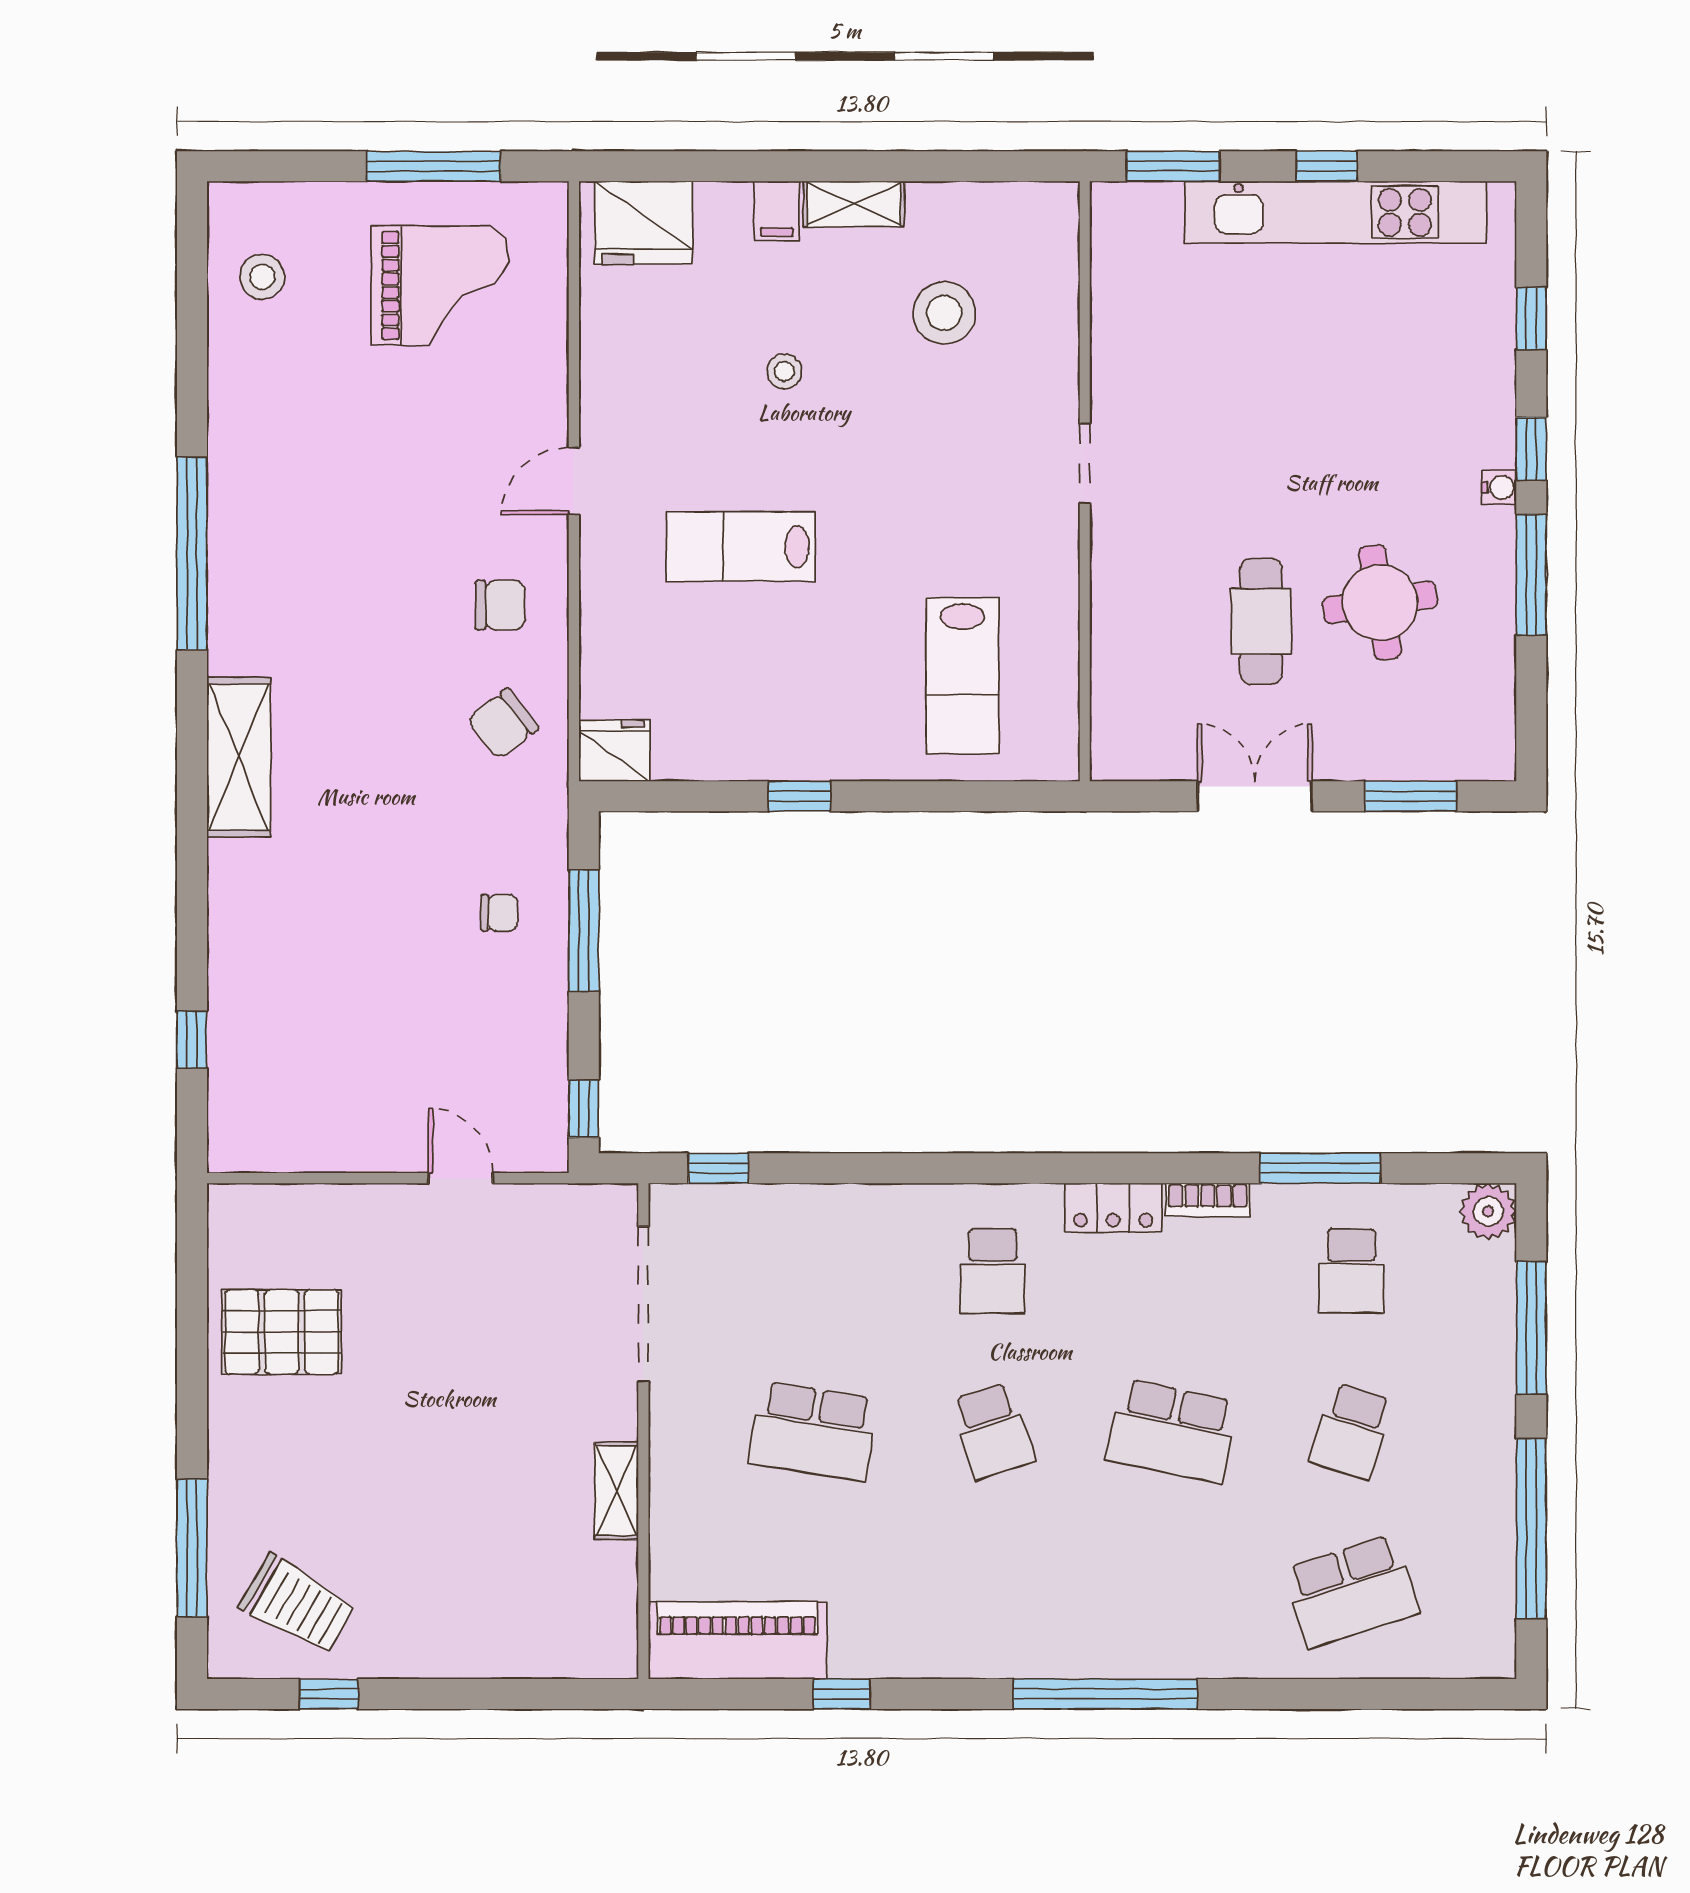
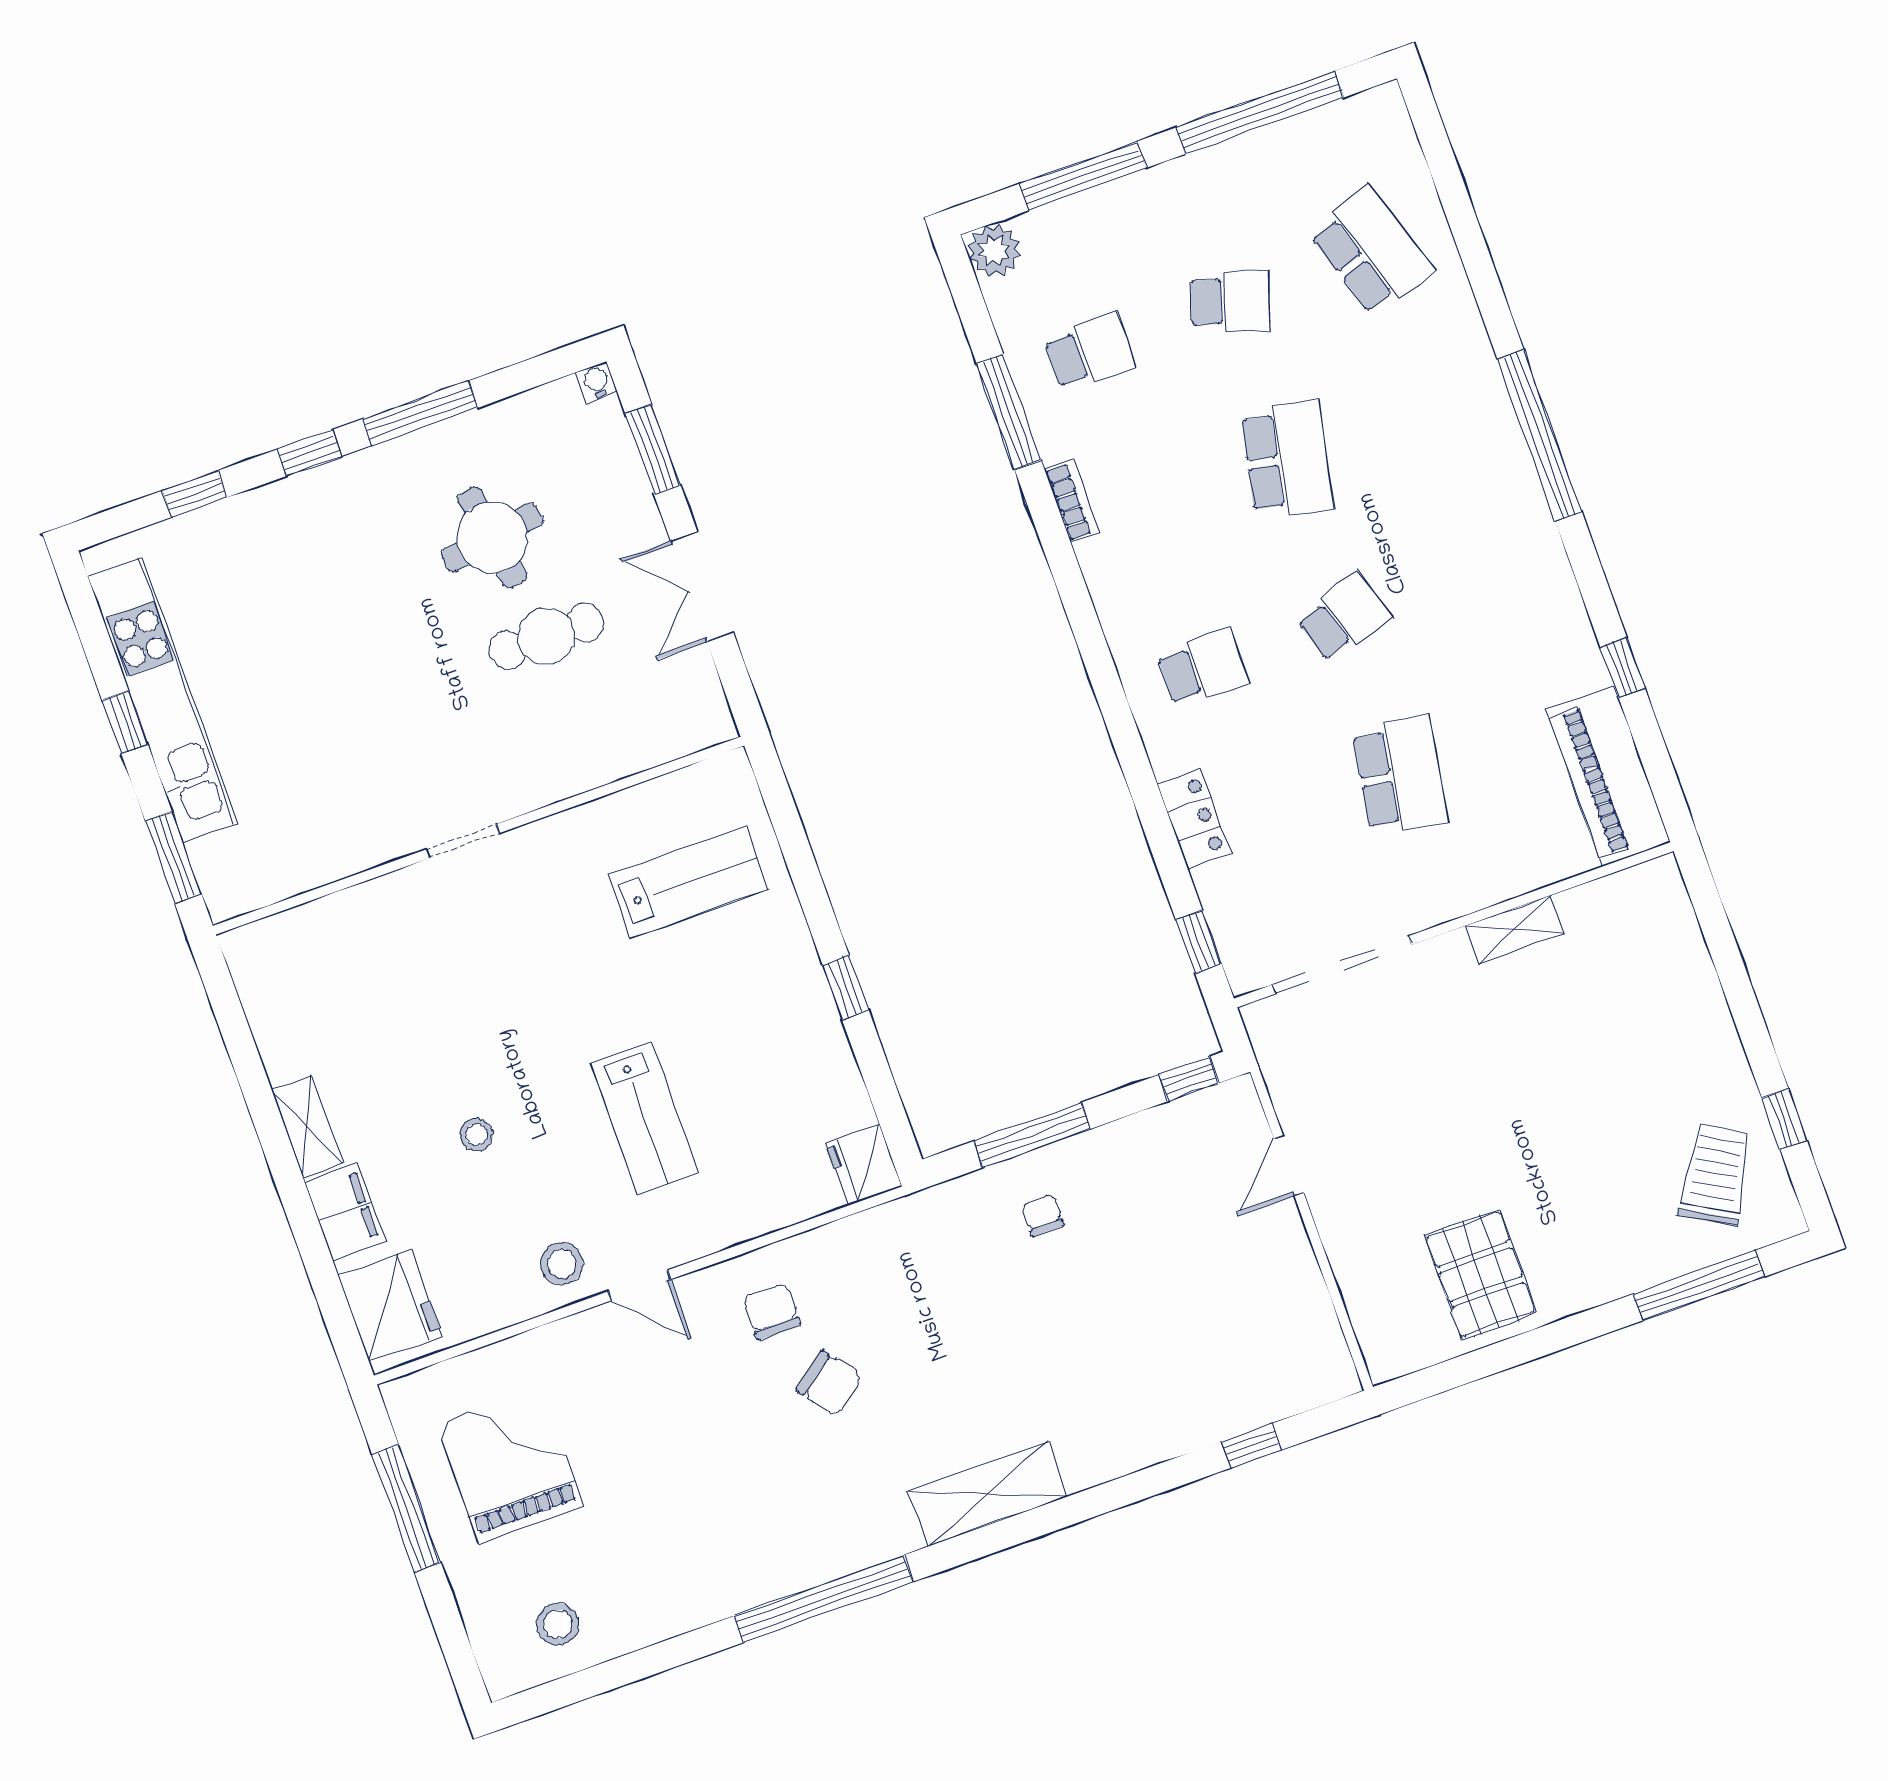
filing cabinet: (777, 211) -> (345, 1212), width x2.00
stool: (944, 313) -> (562, 1264), moved, width x0.73, depth x0.73
water cooler: (1499, 487) -> (597, 382), moved
chair: (503, 724) -> (829, 1383), moved
locker: (1113, 1208) -> (1194, 819), moved

